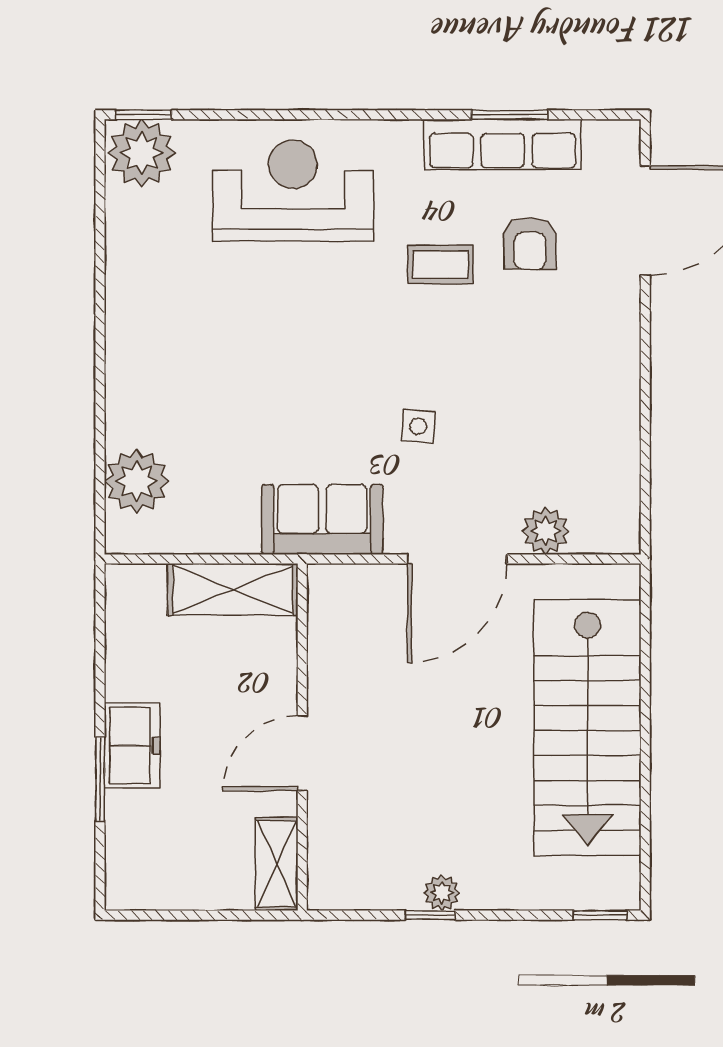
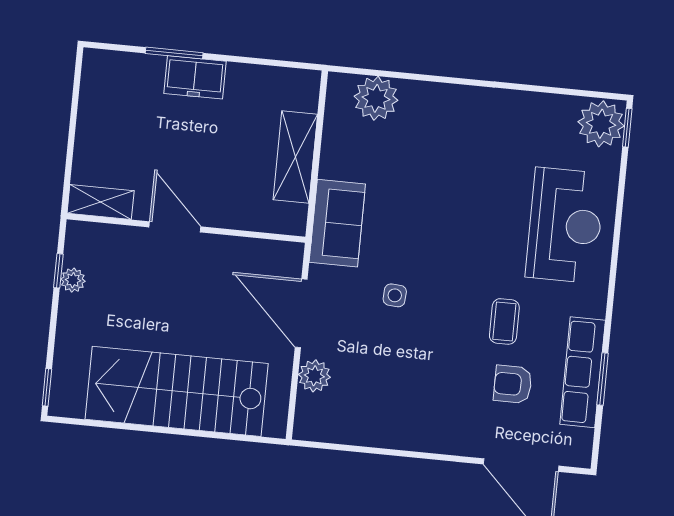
wall: (302, 737) -> (186, 228), moved
door: (302, 753) -> (175, 227), moved
shelving: (277, 864) -> (101, 202), moved

